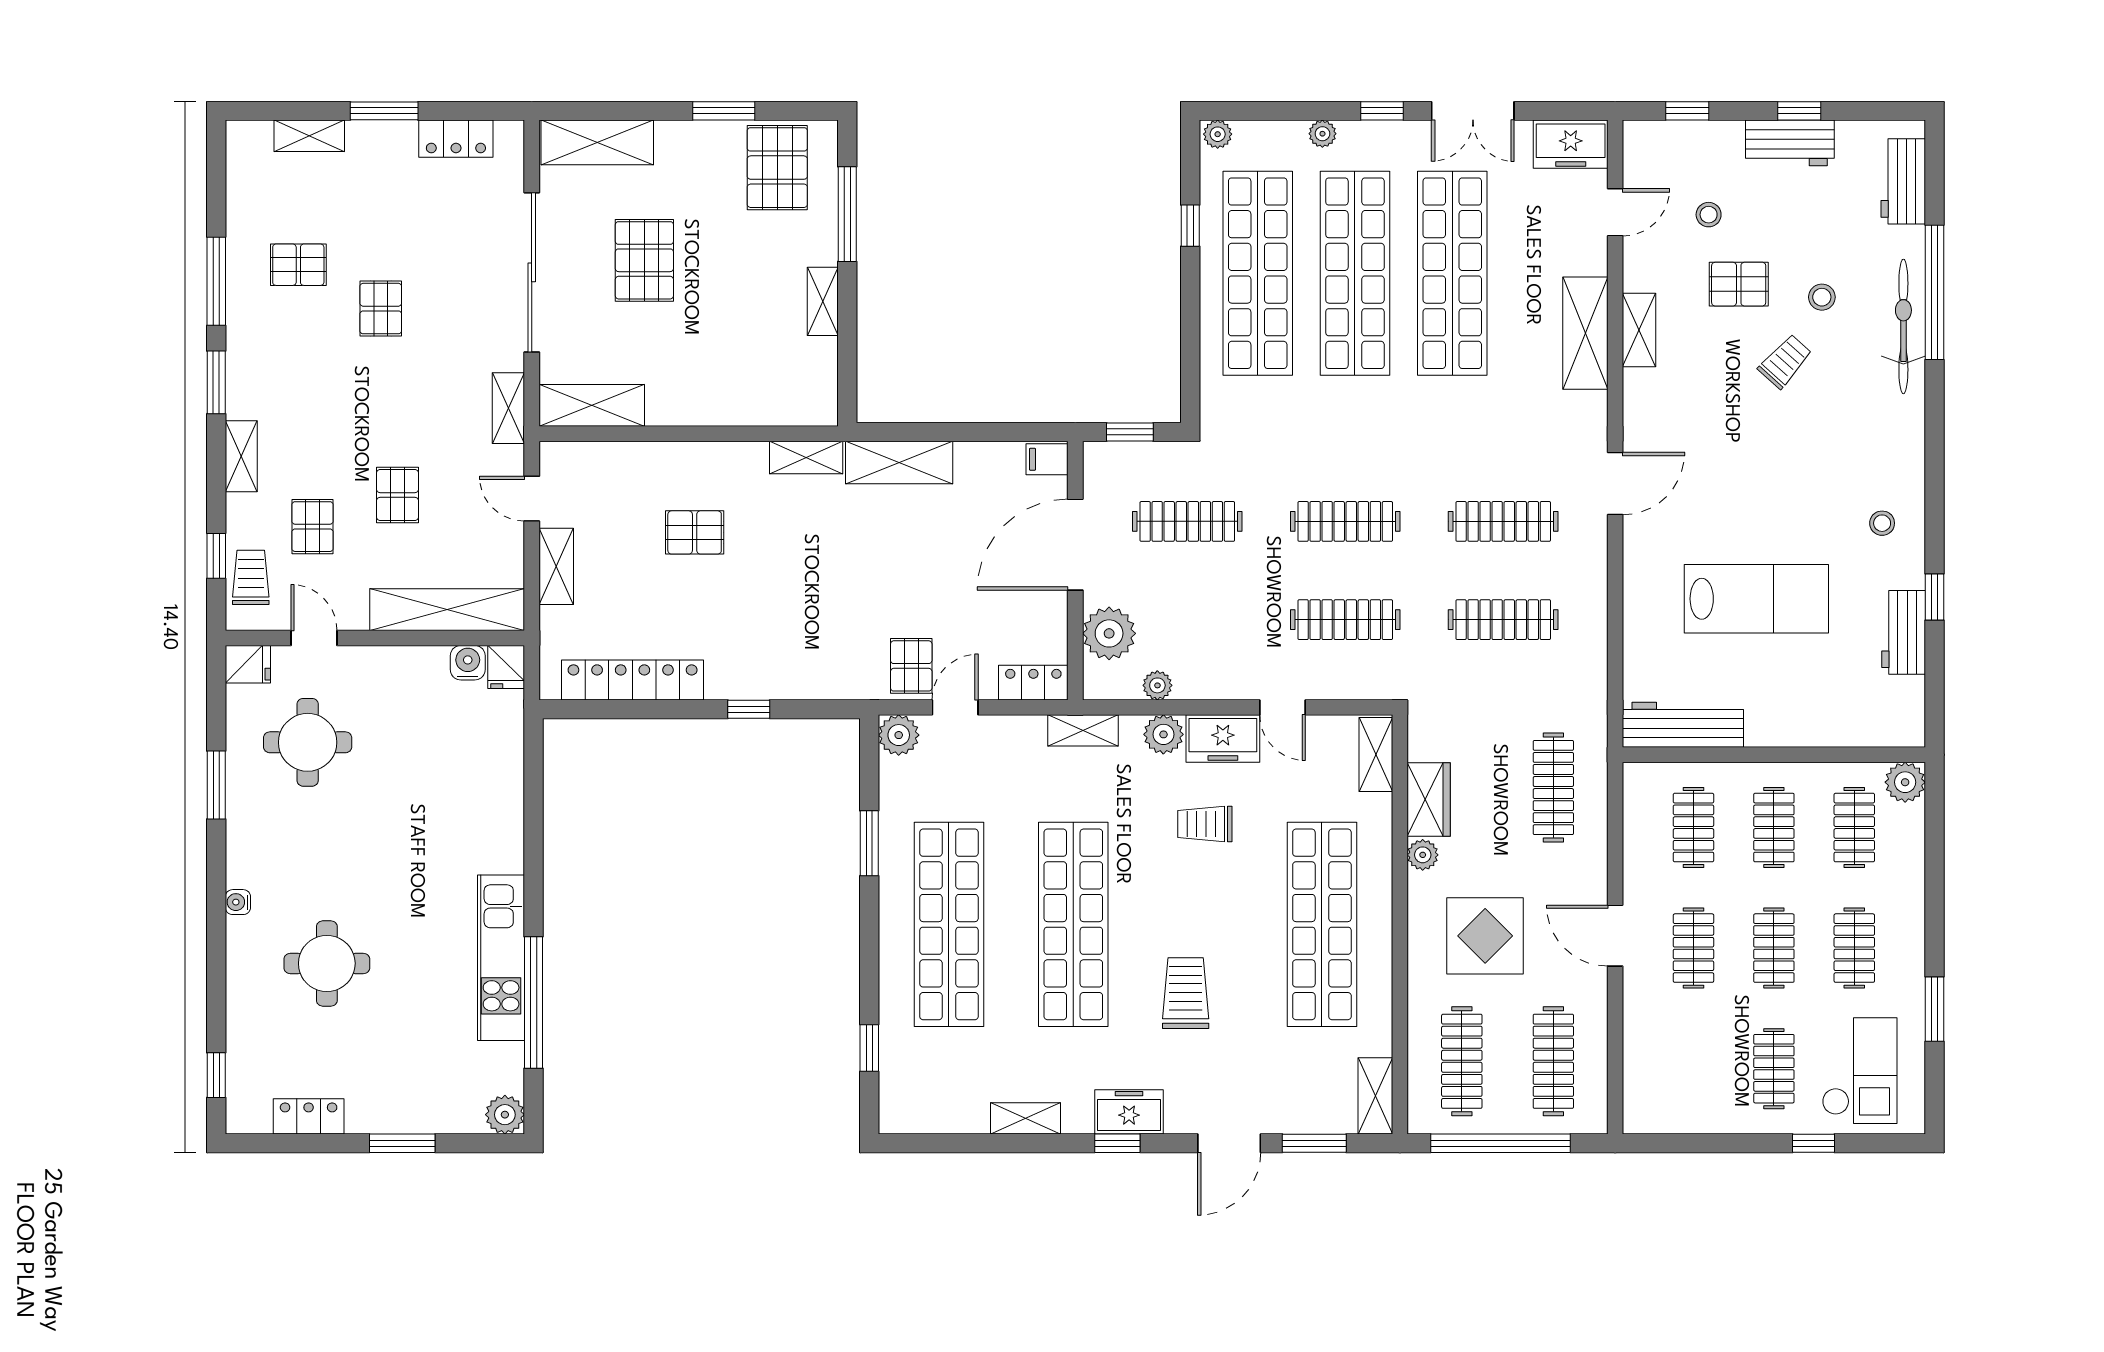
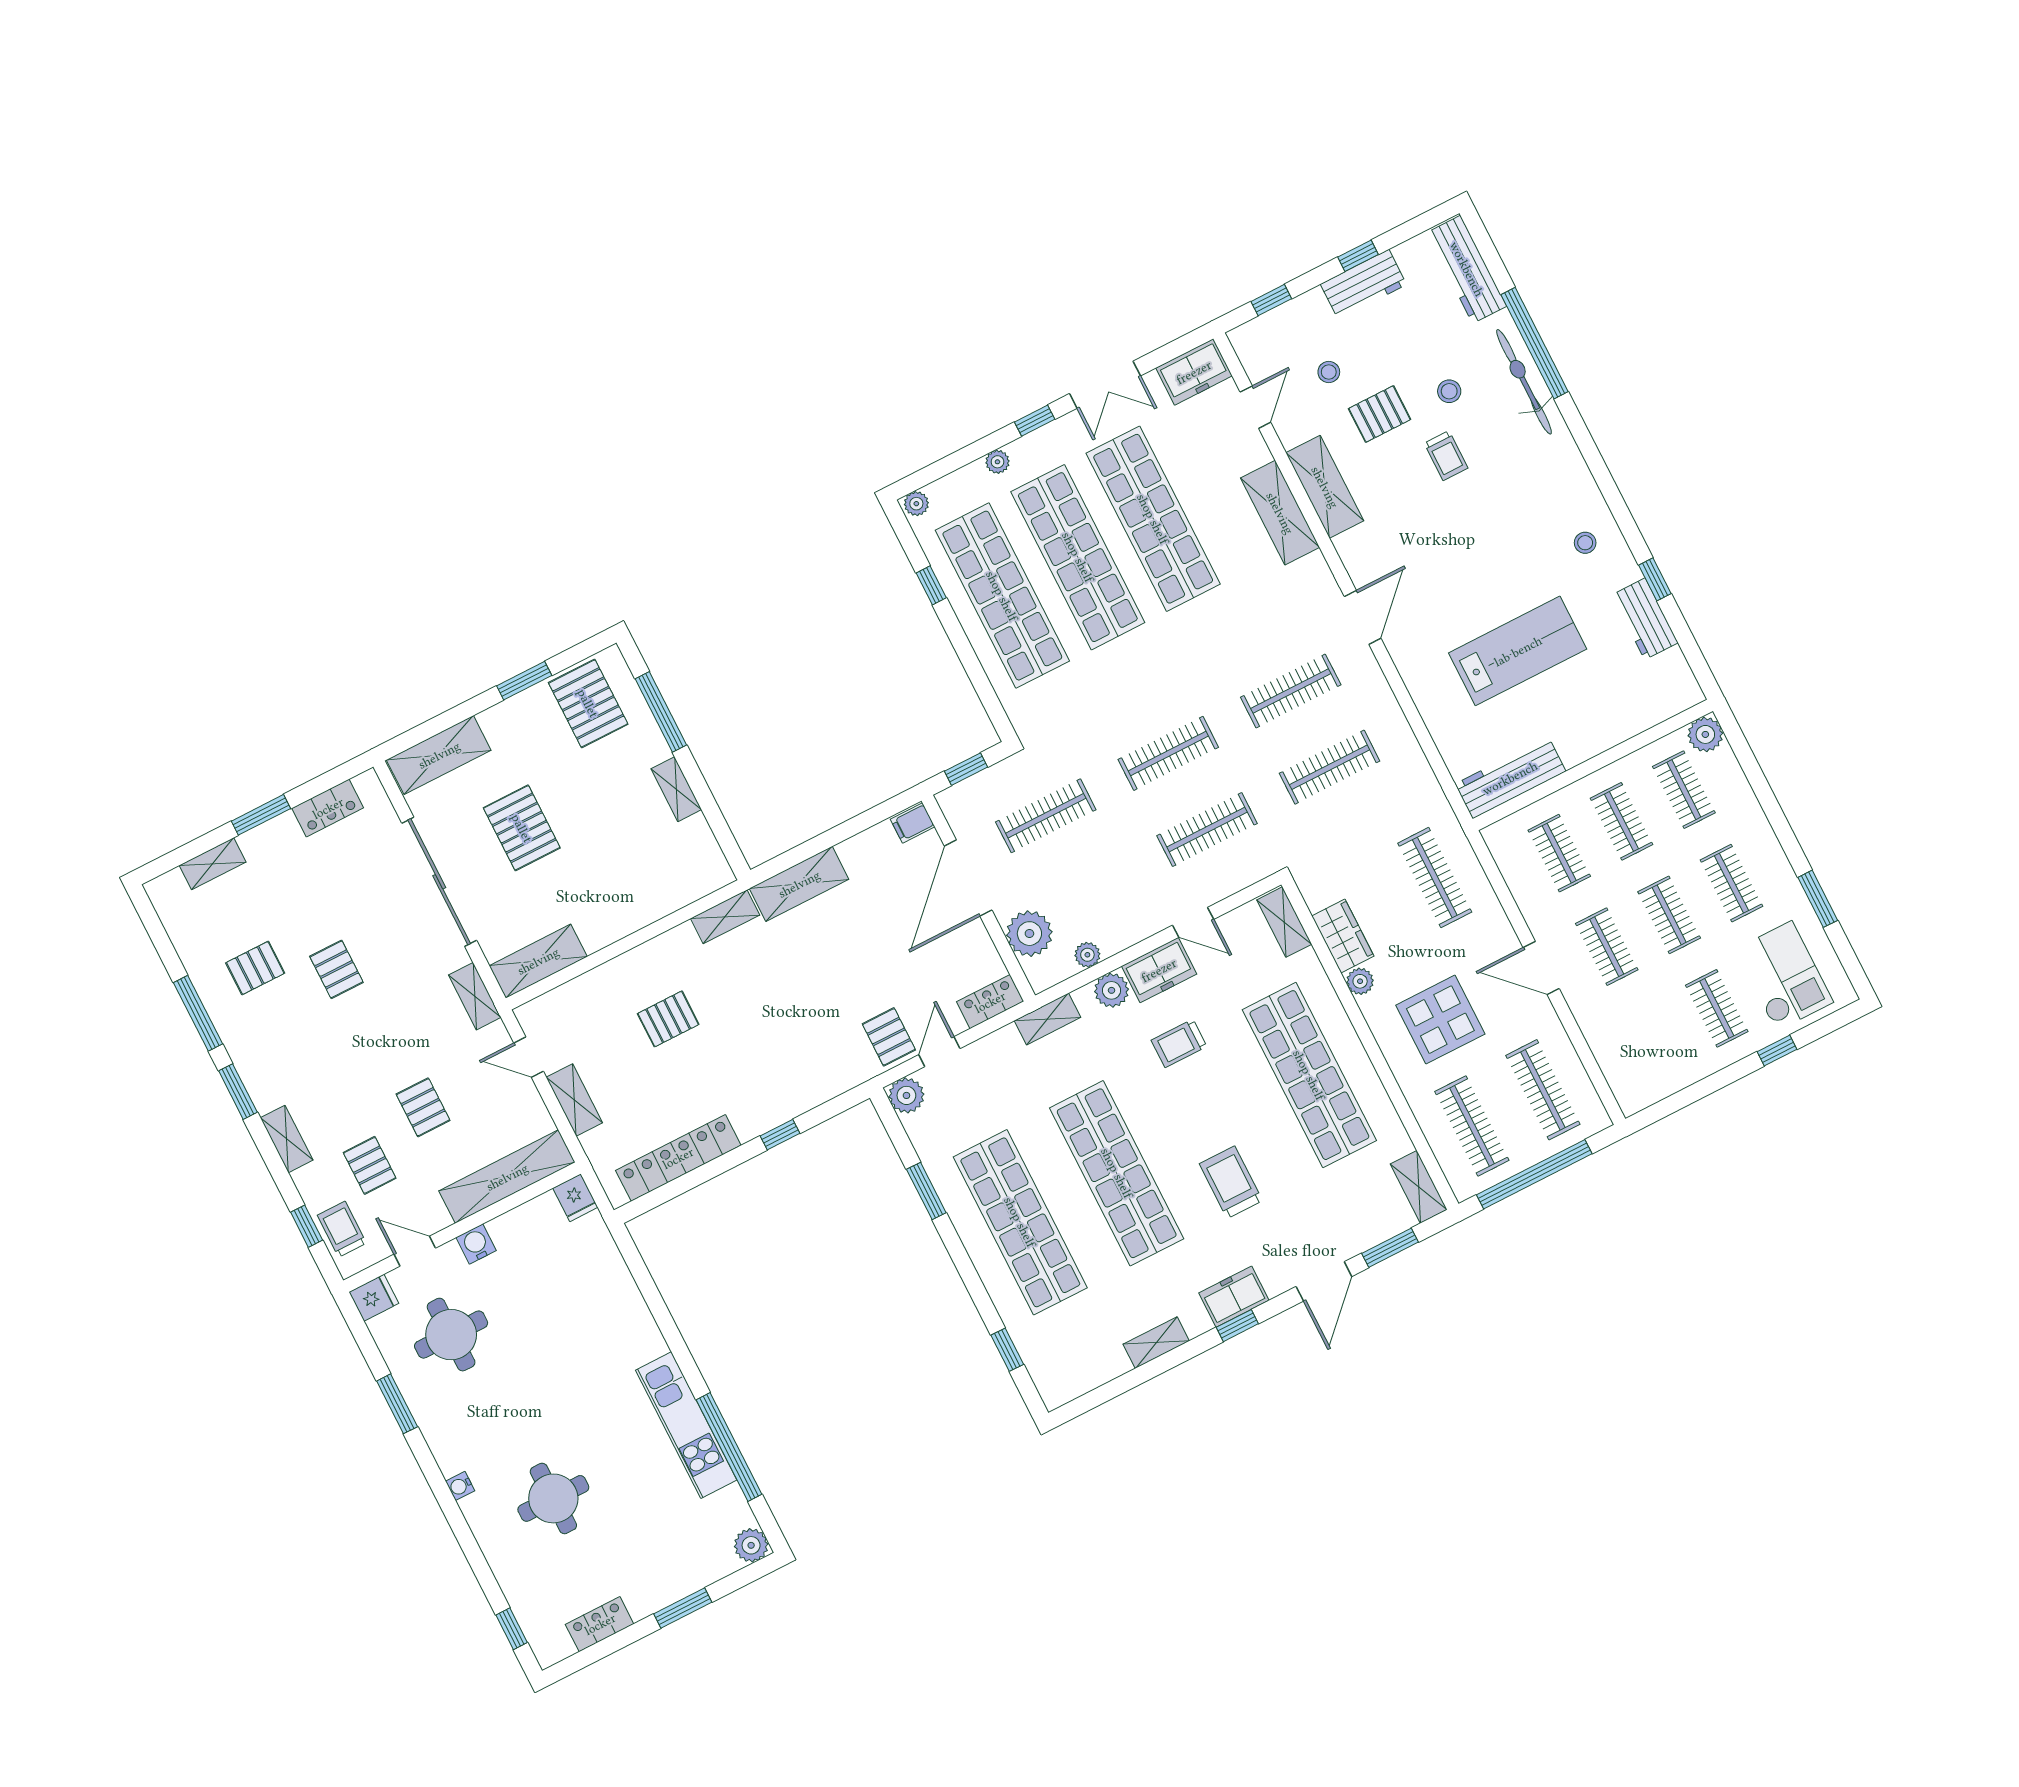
workbench: (1903, 181) -> (1467, 269), width x1.37
shelving: (1639, 330) -> (1325, 487), width x1.50, depth x1.33
trolley: (1785, 361) -> (1446, 456), turned 138
water cooler: (468, 663) -> (476, 1244), moved

